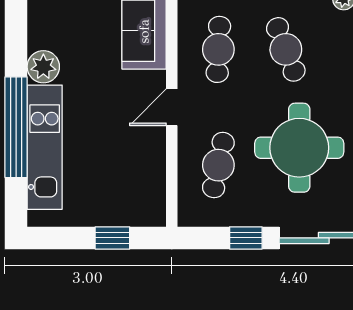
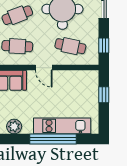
plant: (43, 67) -> (14, 127), moved
window: (246, 238) -> (104, 45), moved

